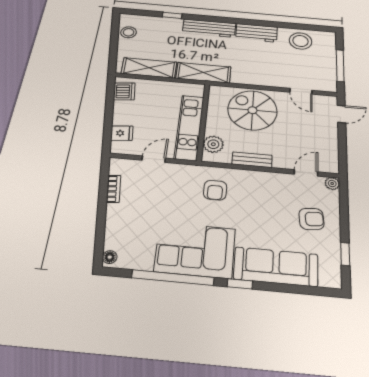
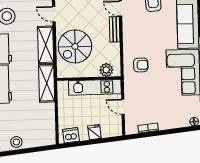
shelving: (149, 68) -> (46, 45), moved
door: (301, 91) -> (54, 14), swing flipped
fridge: (122, 133) -> (94, 132), moved
bench: (252, 160) -> (115, 29), moved

